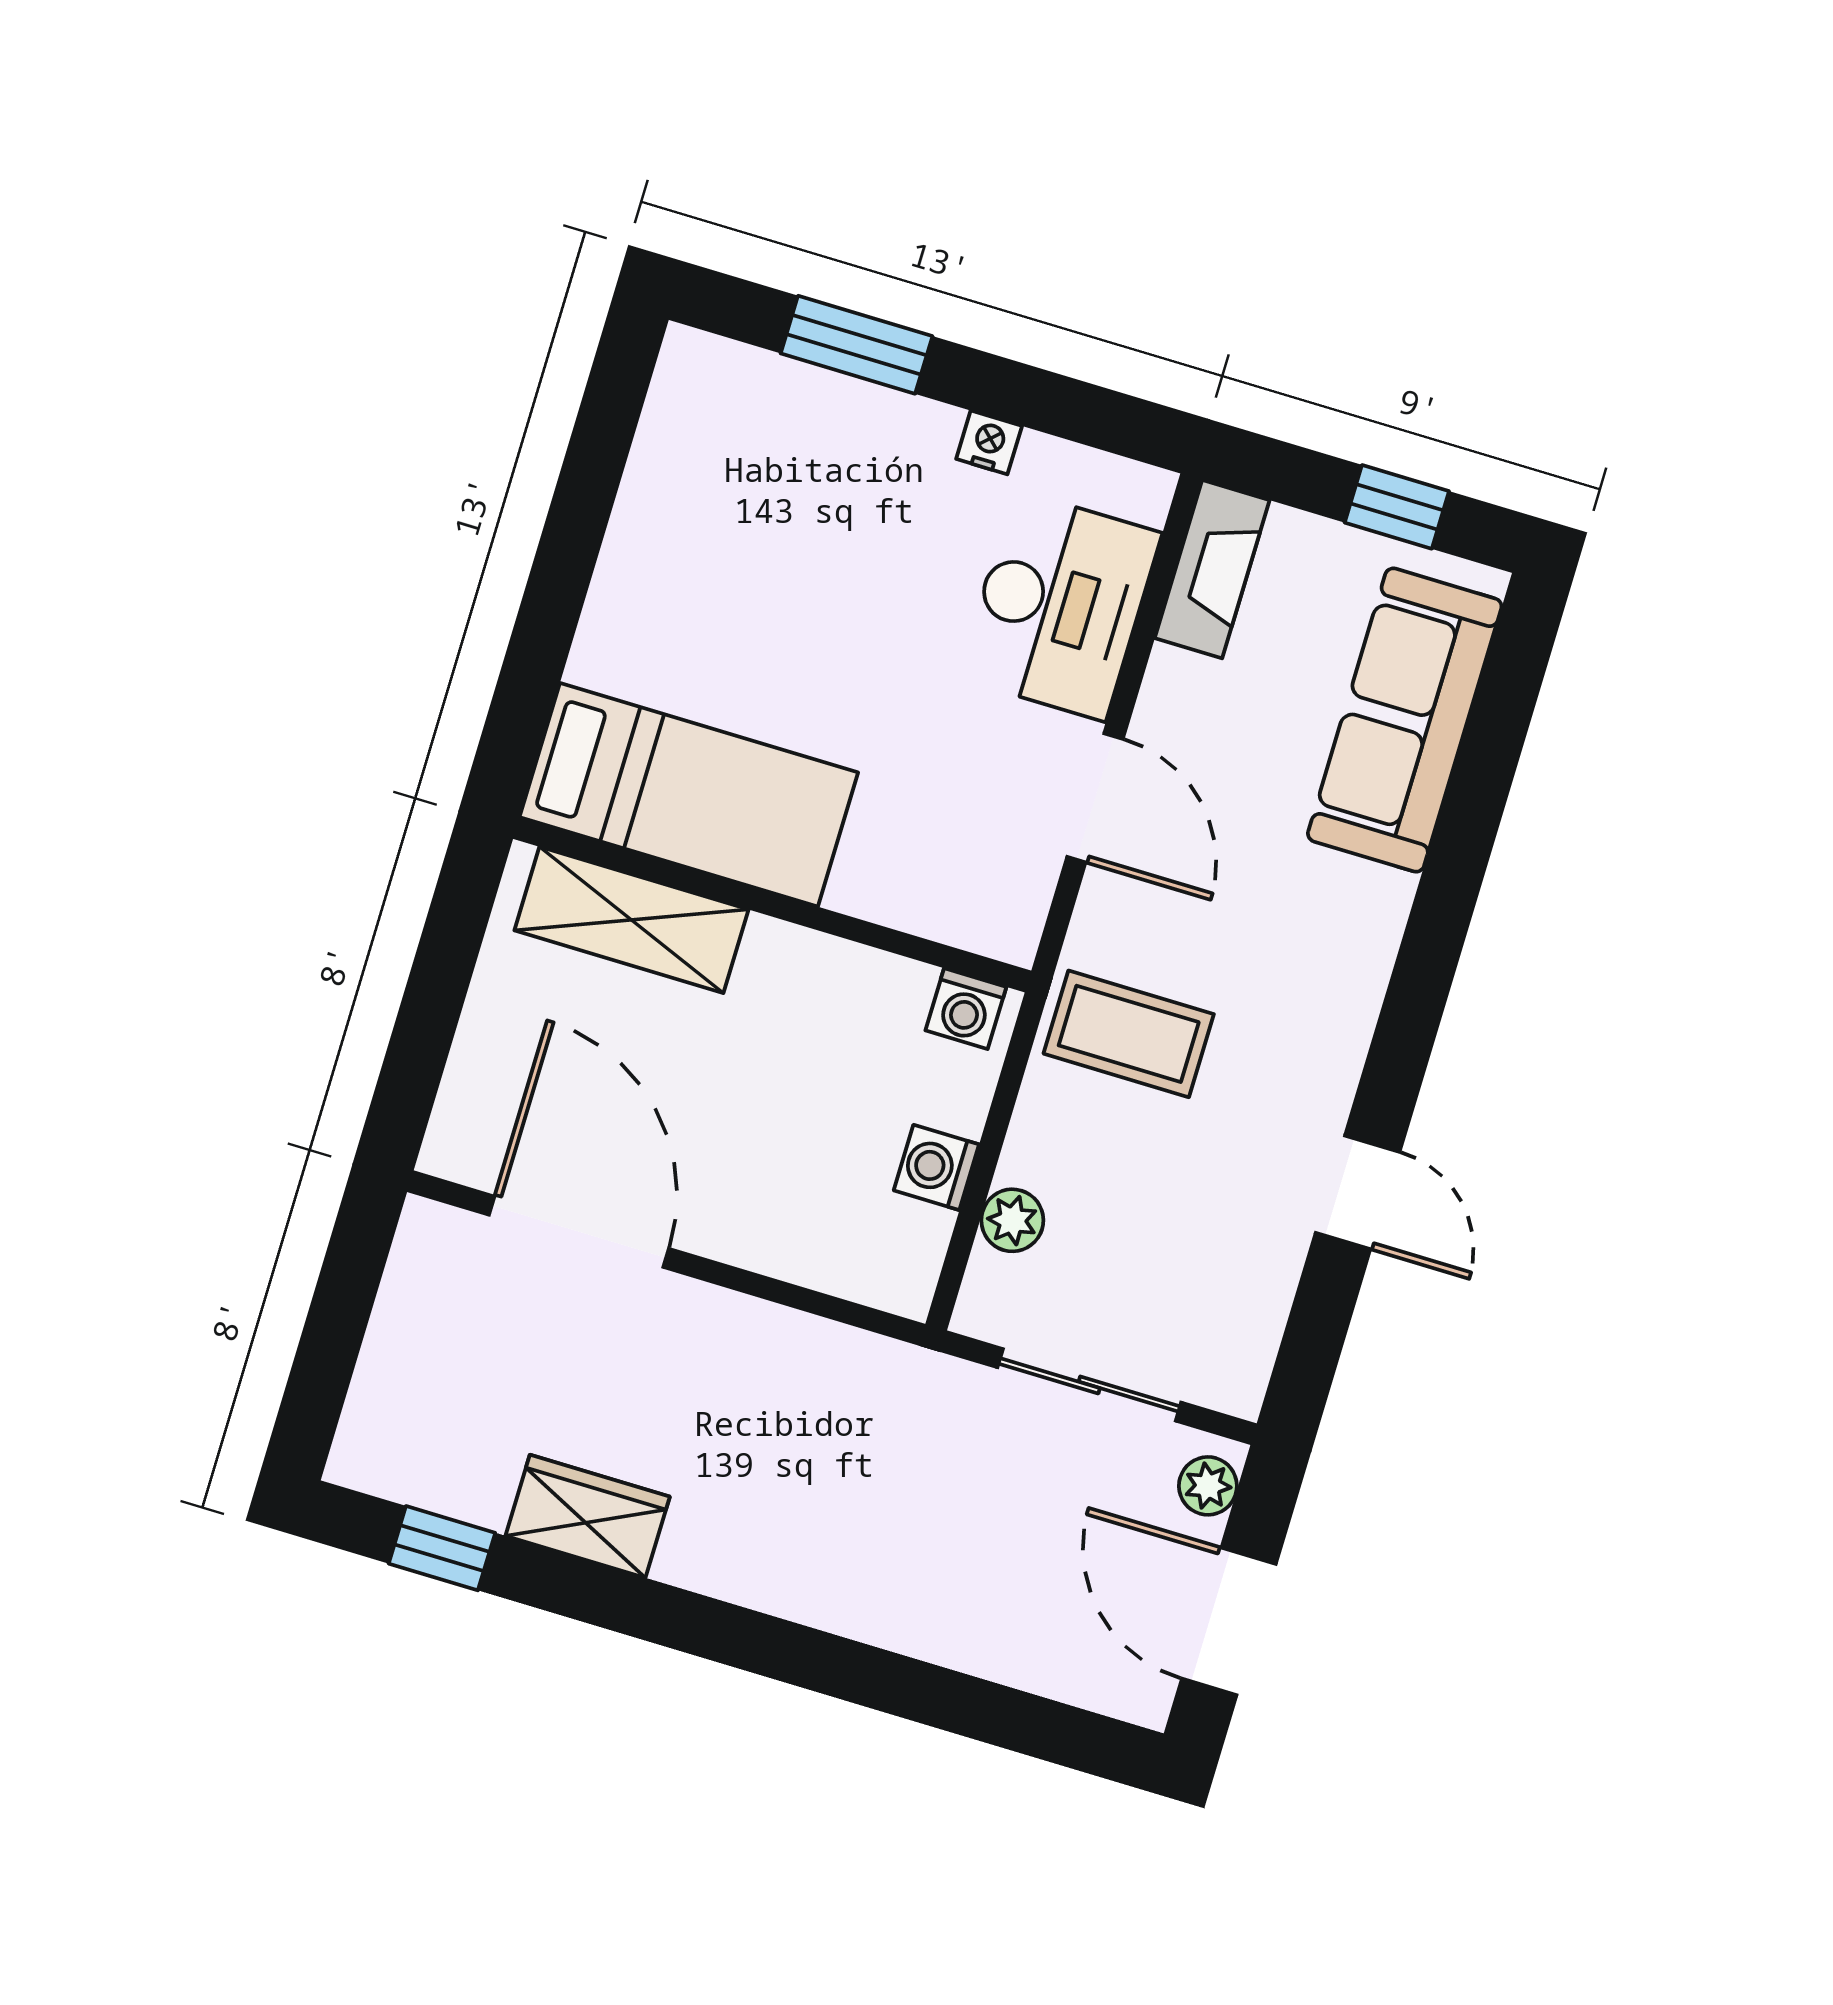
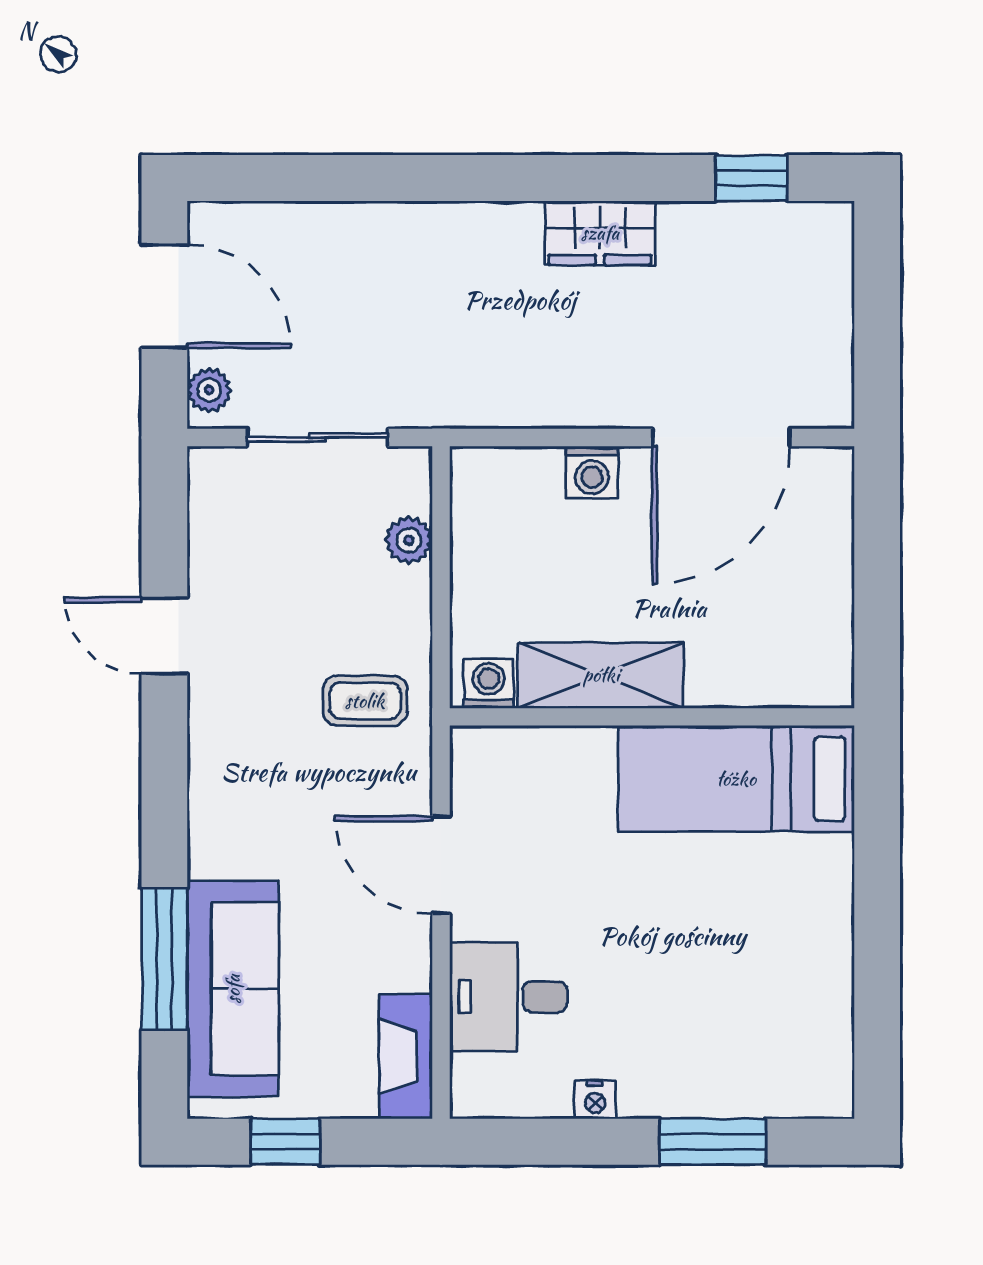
desk: (1060, 605) -> (508, 997), width x0.73
window: (1480, 784) -> (164, 959), added
shelving: (631, 920) -> (601, 675), moved
coffee table: (1129, 1034) -> (365, 701), width x0.73, depth x0.77
washing machine: (936, 1167) -> (592, 472), moved, turned 90
door: (579, 1232) -> (721, 438), hinge flipped
wardrobe: (588, 1516) -> (600, 233), moved

